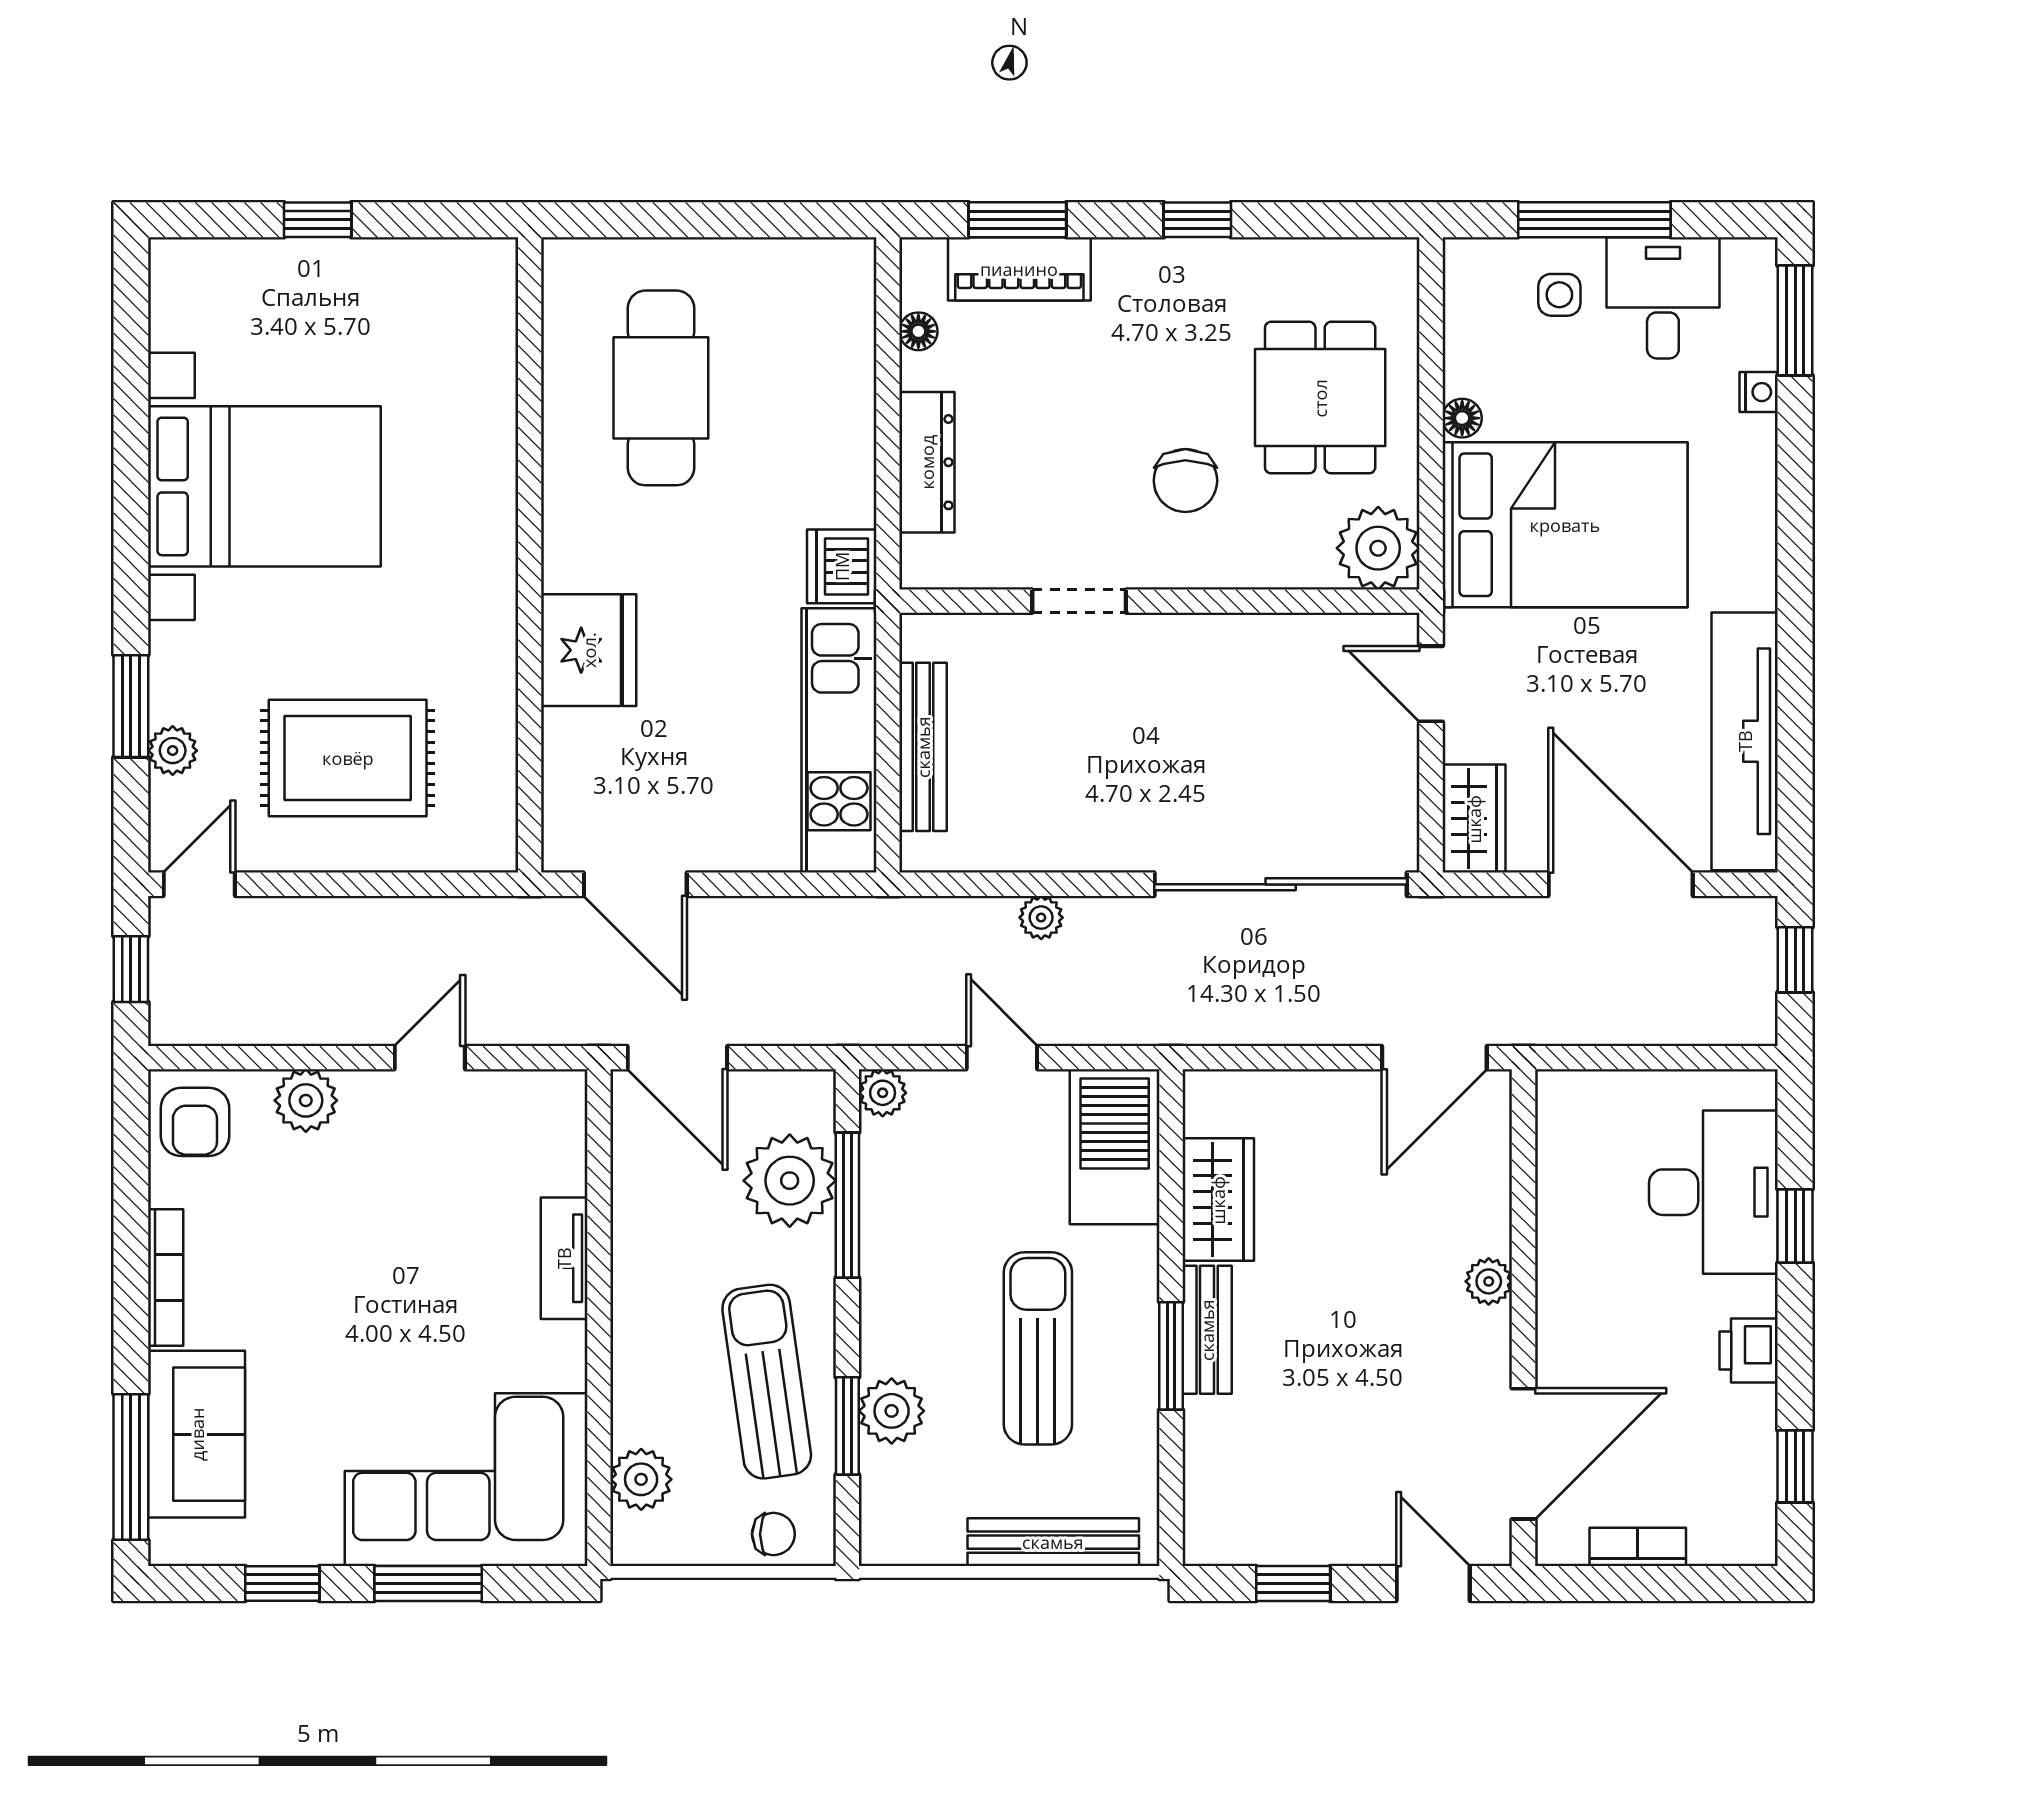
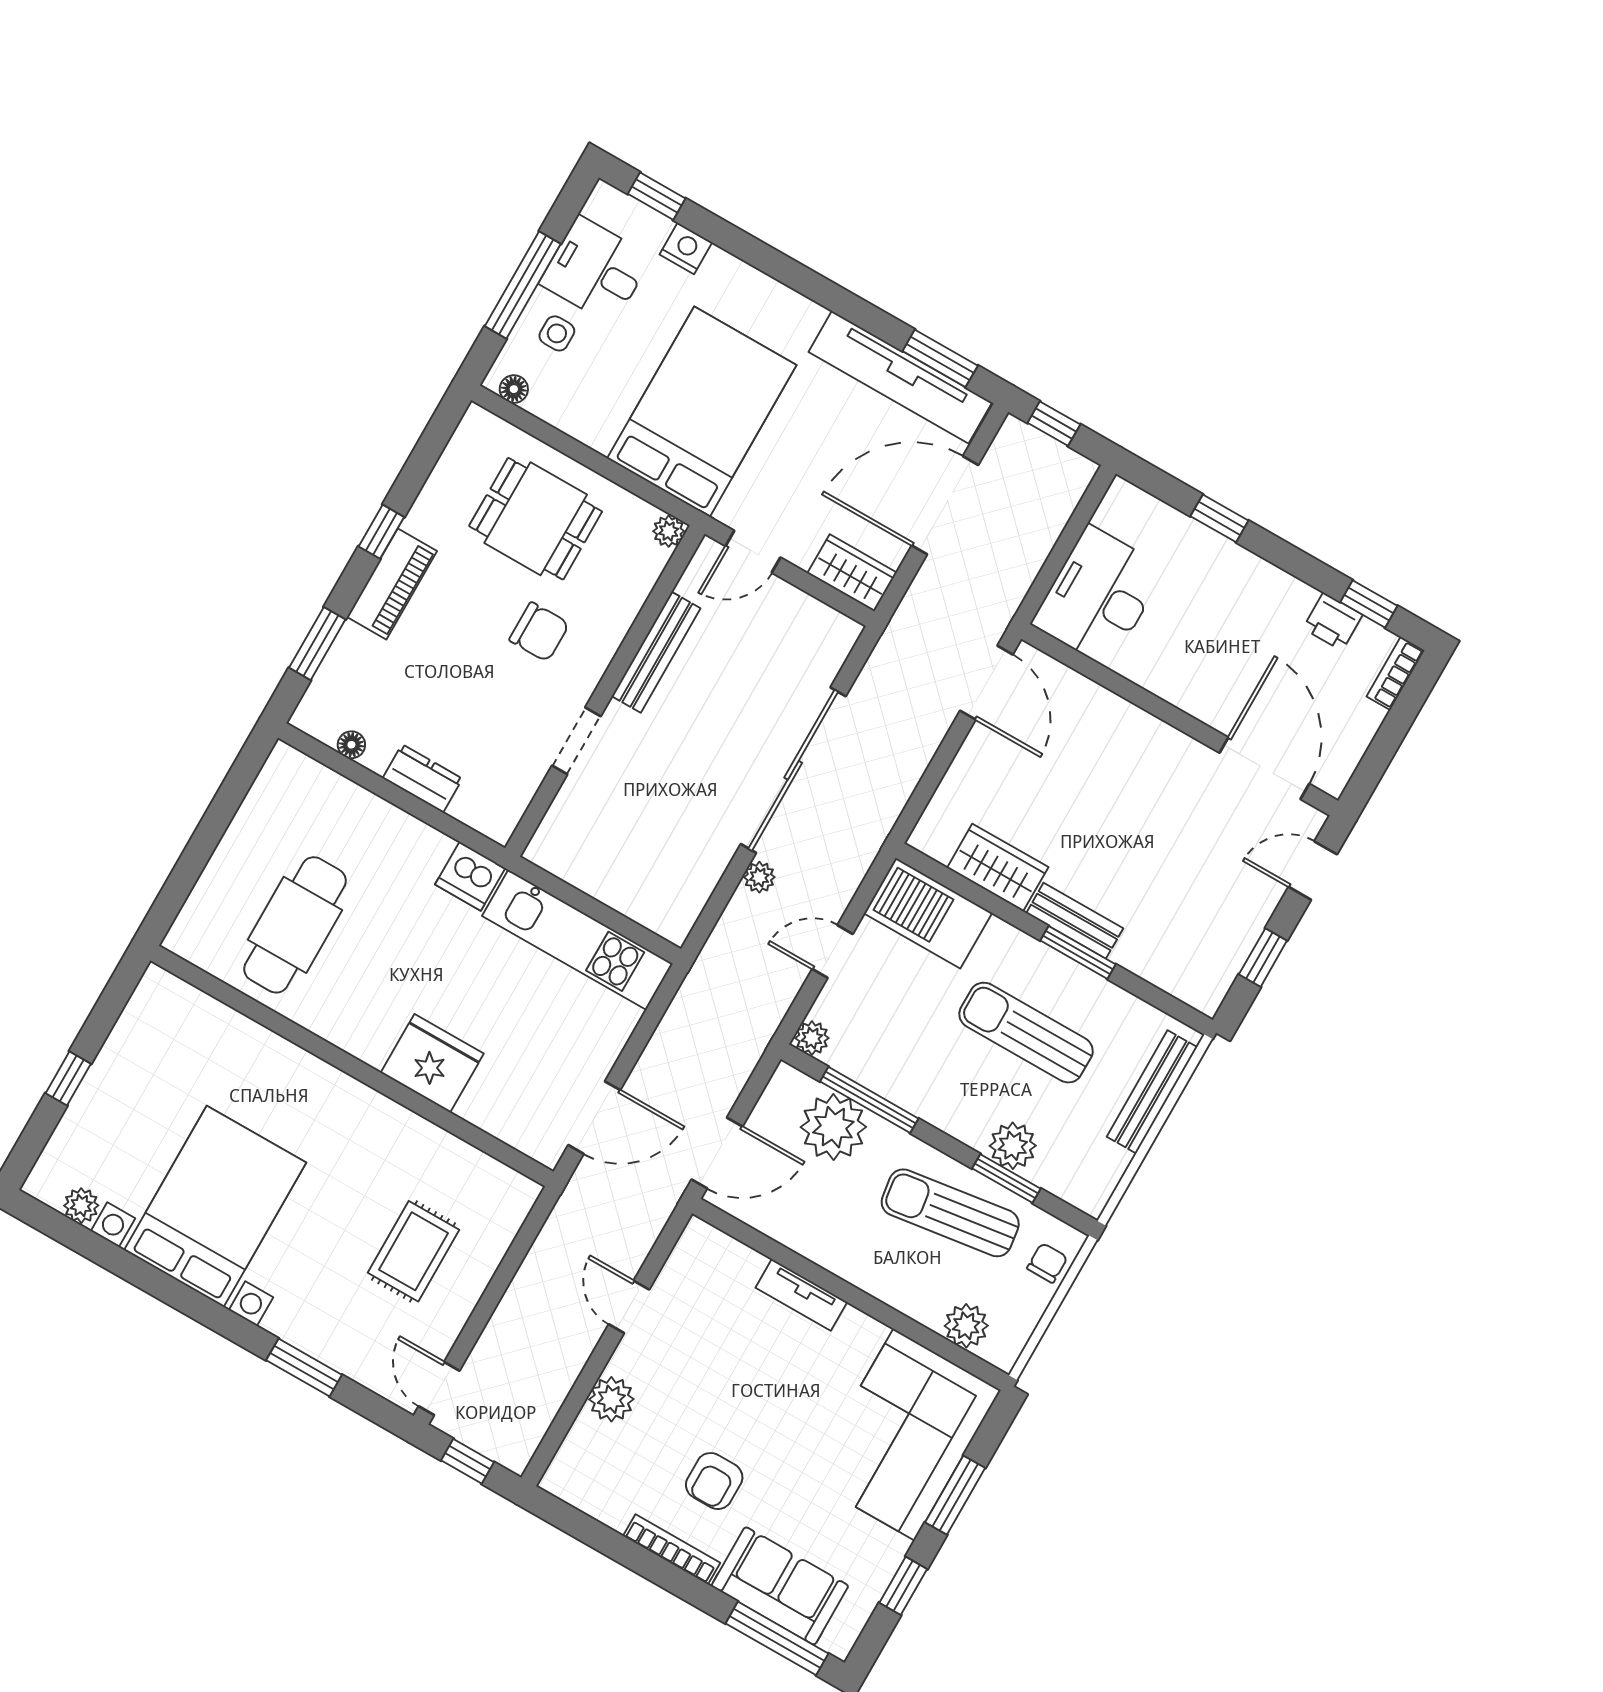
piano: (1019, 269) -> (392, 584), moved
window: (1795, 320) -> (657, 196), width x0.67
cafe table: (661, 388) -> (295, 925), turned 90
nightstand: (1759, 392) -> (686, 248), width x1.39, depth x1.35
floor lamp: (1462, 418) -> (514, 389), moved
dresser: (927, 462) -> (423, 778), width x0.70
plant: (1378, 548) -> (669, 531), width x0.53, depth x0.53
bench: (923, 747) -> (656, 652), moved, turned 90
plant: (173, 751) -> (81, 1206), moved
rug: (348, 758) -> (413, 1251), width x0.73, depth x0.70
window: (1795, 777) -> (940, 358), added
sliding door: (1281, 884) -> (793, 770), moved
armchair: (195, 1122) -> (714, 1481), moved, turned 90
desk: (1713, 1192) -> (1098, 596), moved, turned -90
plant: (1489, 1281) -> (1145, 729), removed
printer: (1749, 1351) -> (1333, 622), moved
bookcase: (1638, 1547) -> (1396, 673), moved

